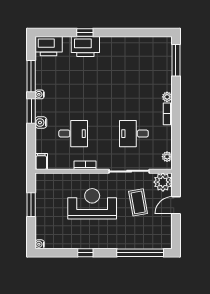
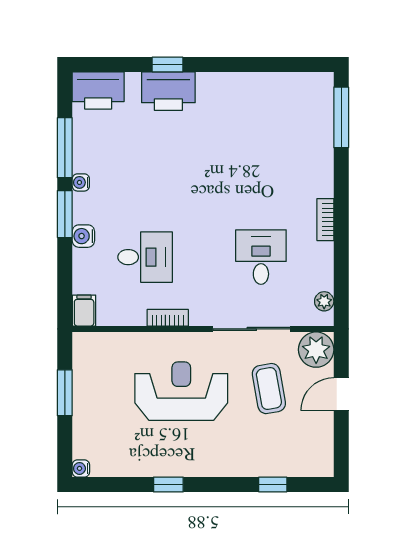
plant: (167, 97) -> (324, 187), removed
desk: (134, 134) -> (261, 257), turned 90
window: (140, 253) -> (273, 485), width x0.32

